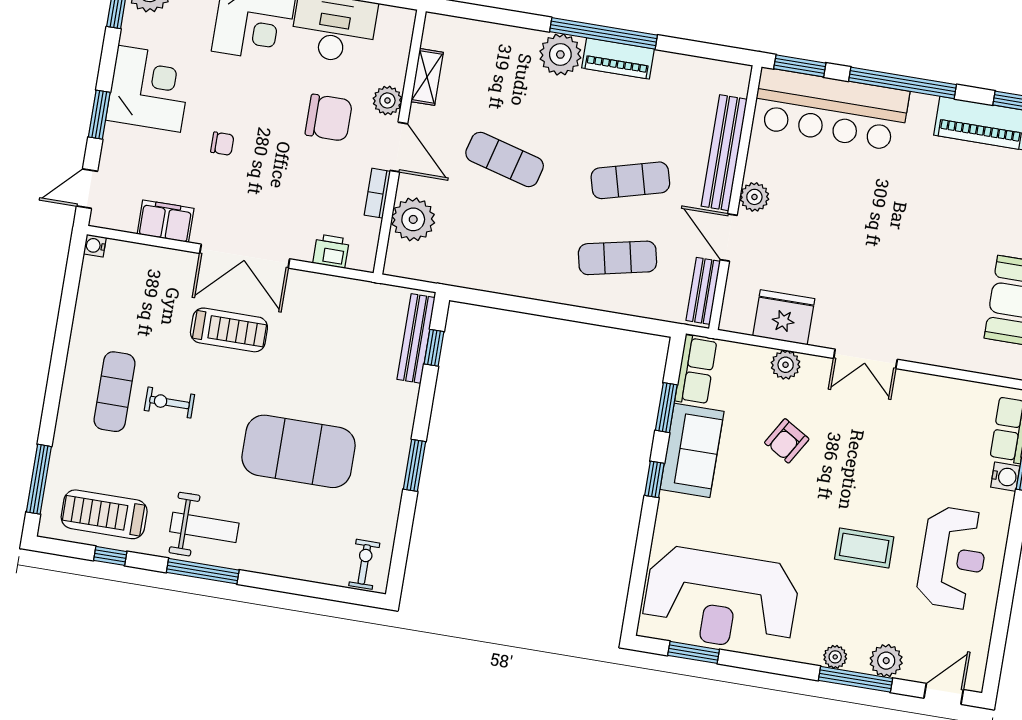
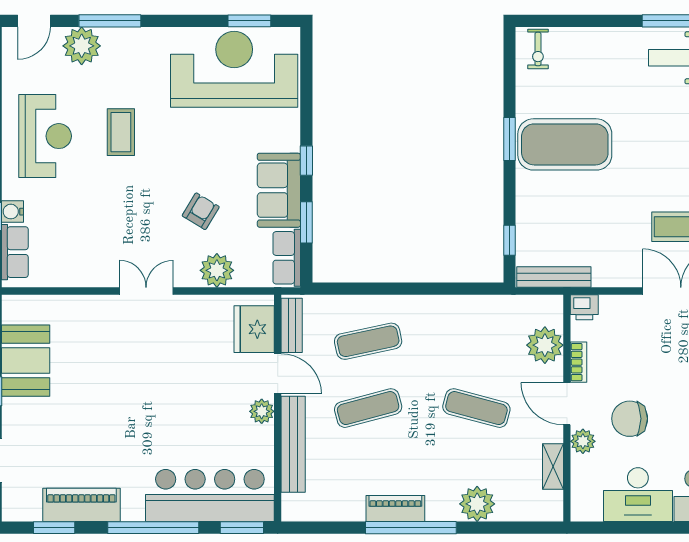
plant: (560, 54) -> (477, 504), moved
printer: (331, 251) -> (584, 307), moved
fridge: (784, 317) -> (254, 329), moved, turned 90
bench: (416, 338) -> (554, 277), moved, turned 90
plant: (786, 365) -> (217, 270), width x1.36, depth x1.36
exercise mat: (299, 451) -> (565, 144), moved
coffee table: (864, 548) -> (121, 132), turned 90
reception desk: (953, 558) -> (45, 136), turned 180
plant: (835, 657) -> (130, 37), removed
plant: (886, 661) -> (82, 46), width x1.36, depth x1.36

